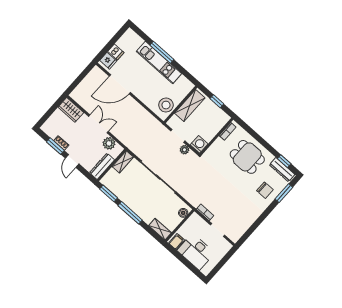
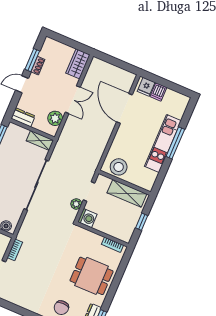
dining table: (247, 157) -> (92, 276), turned 90
dresser: (102, 166) -> (23, 117), width x0.70

